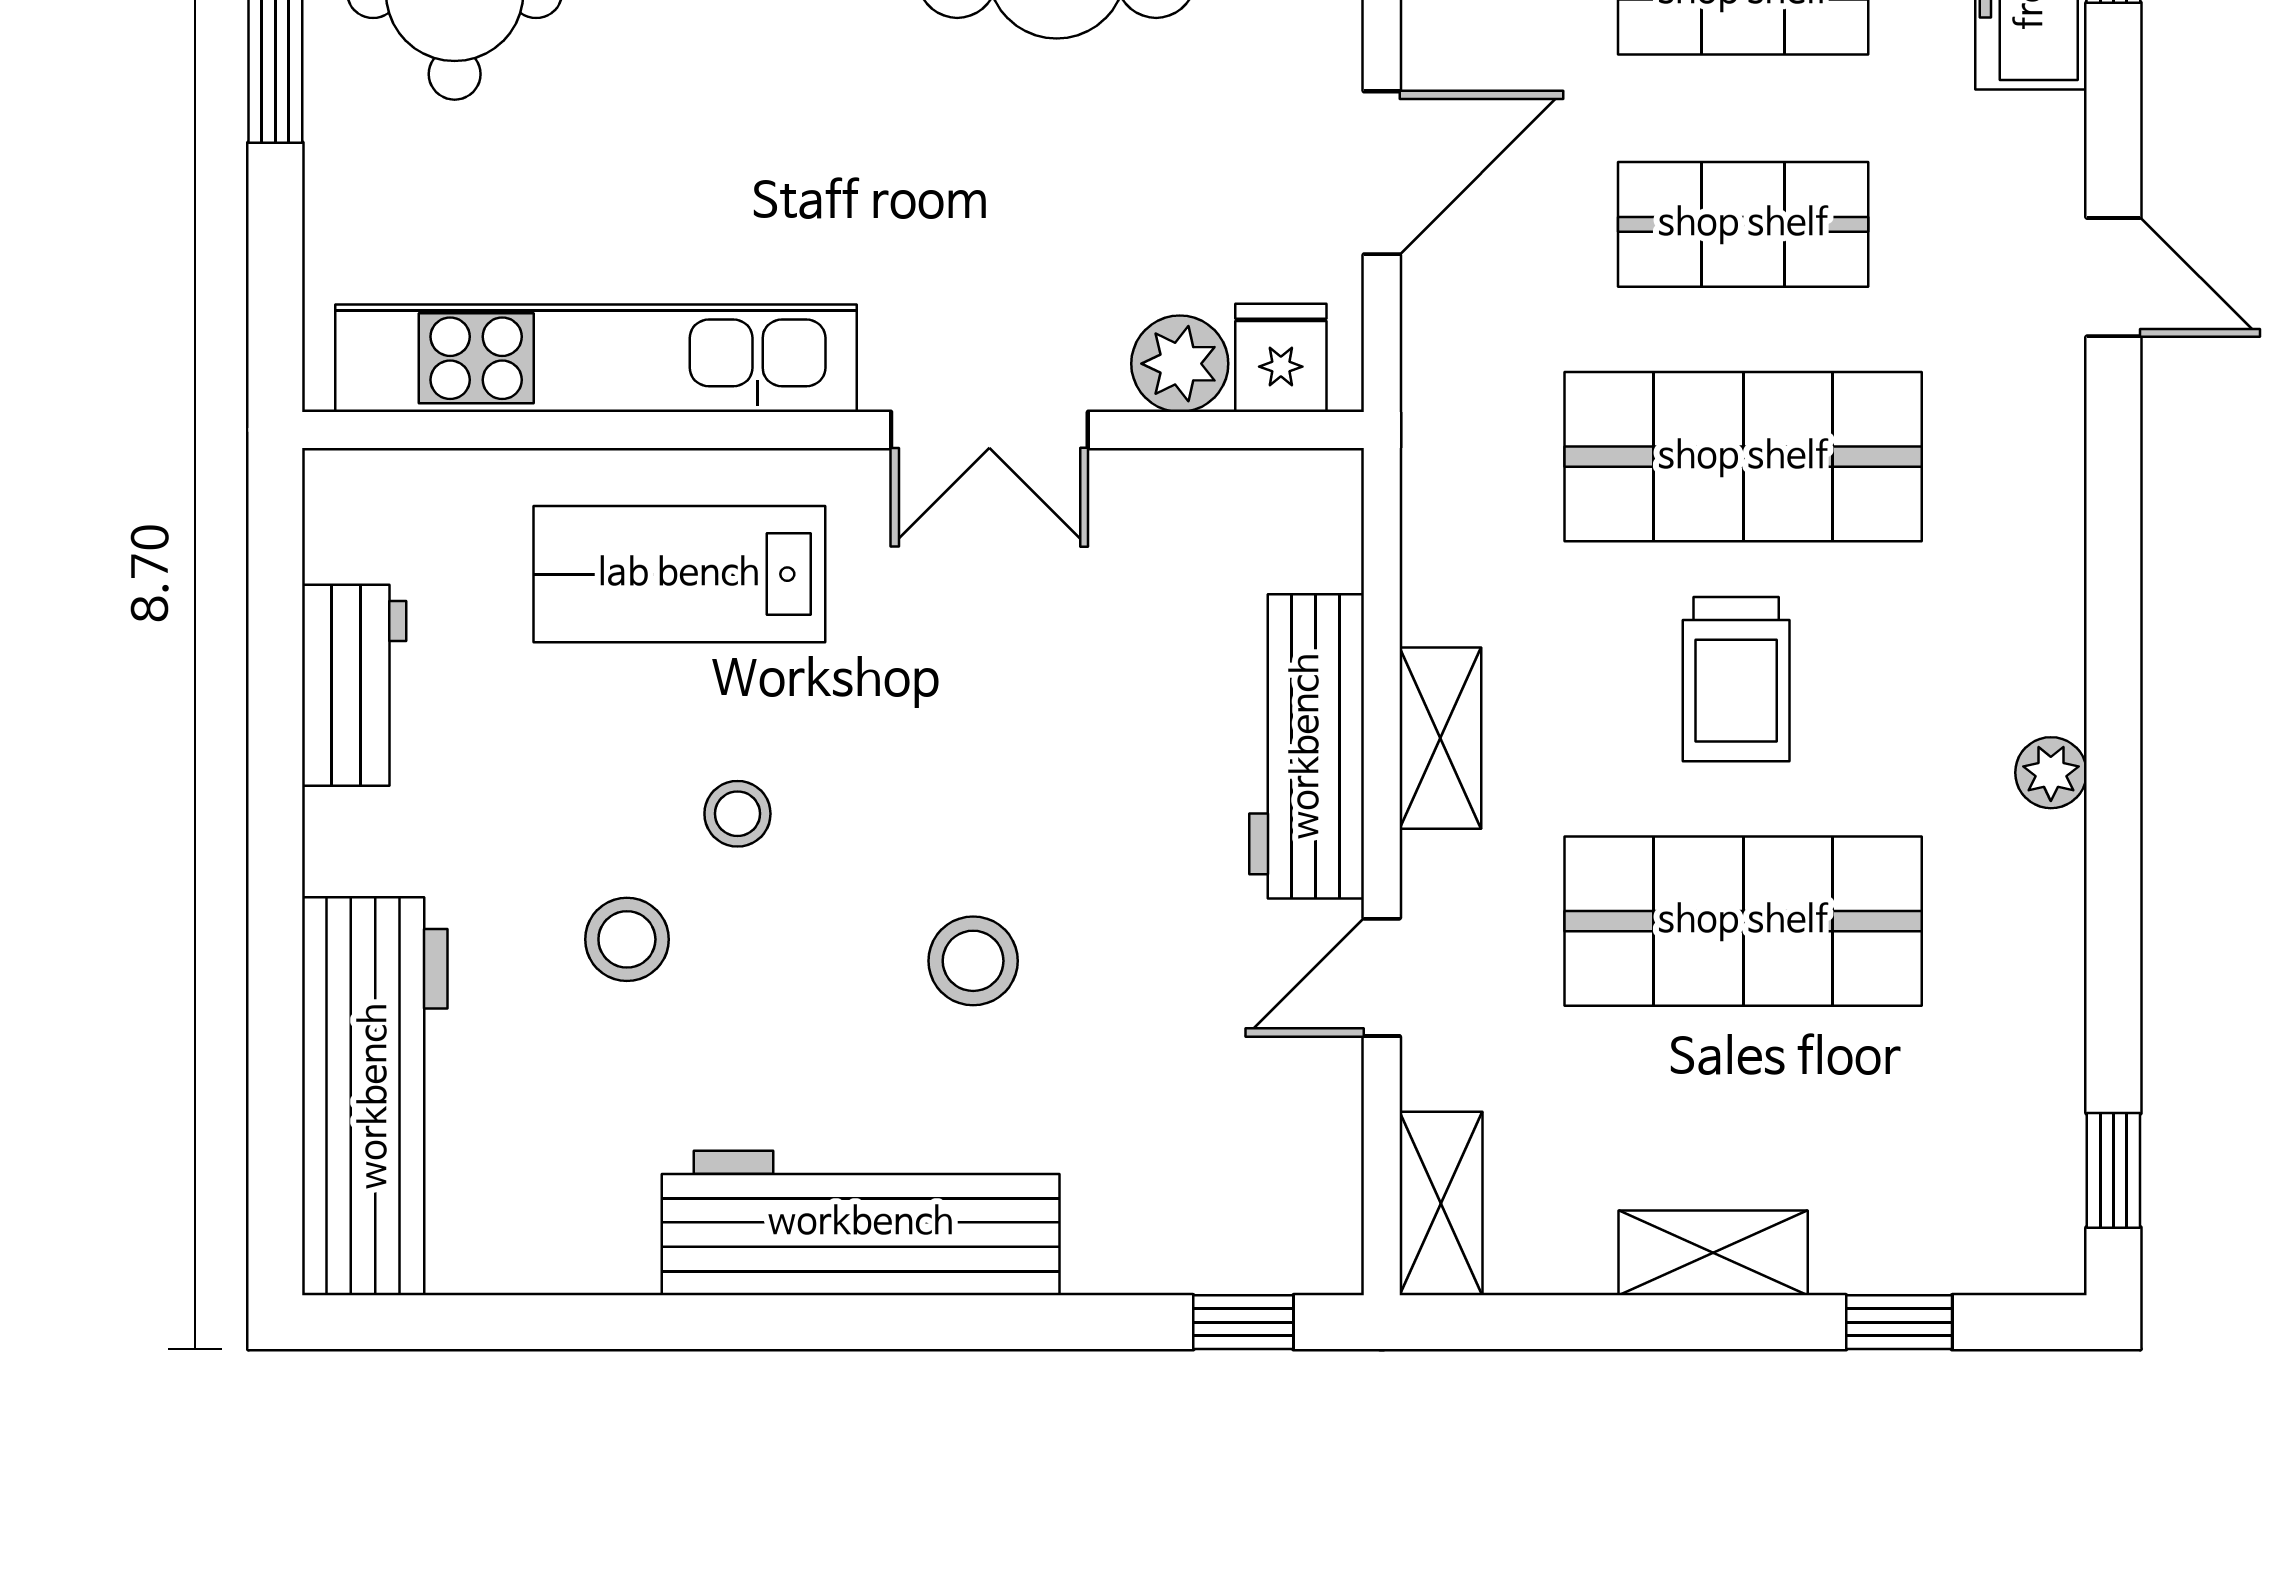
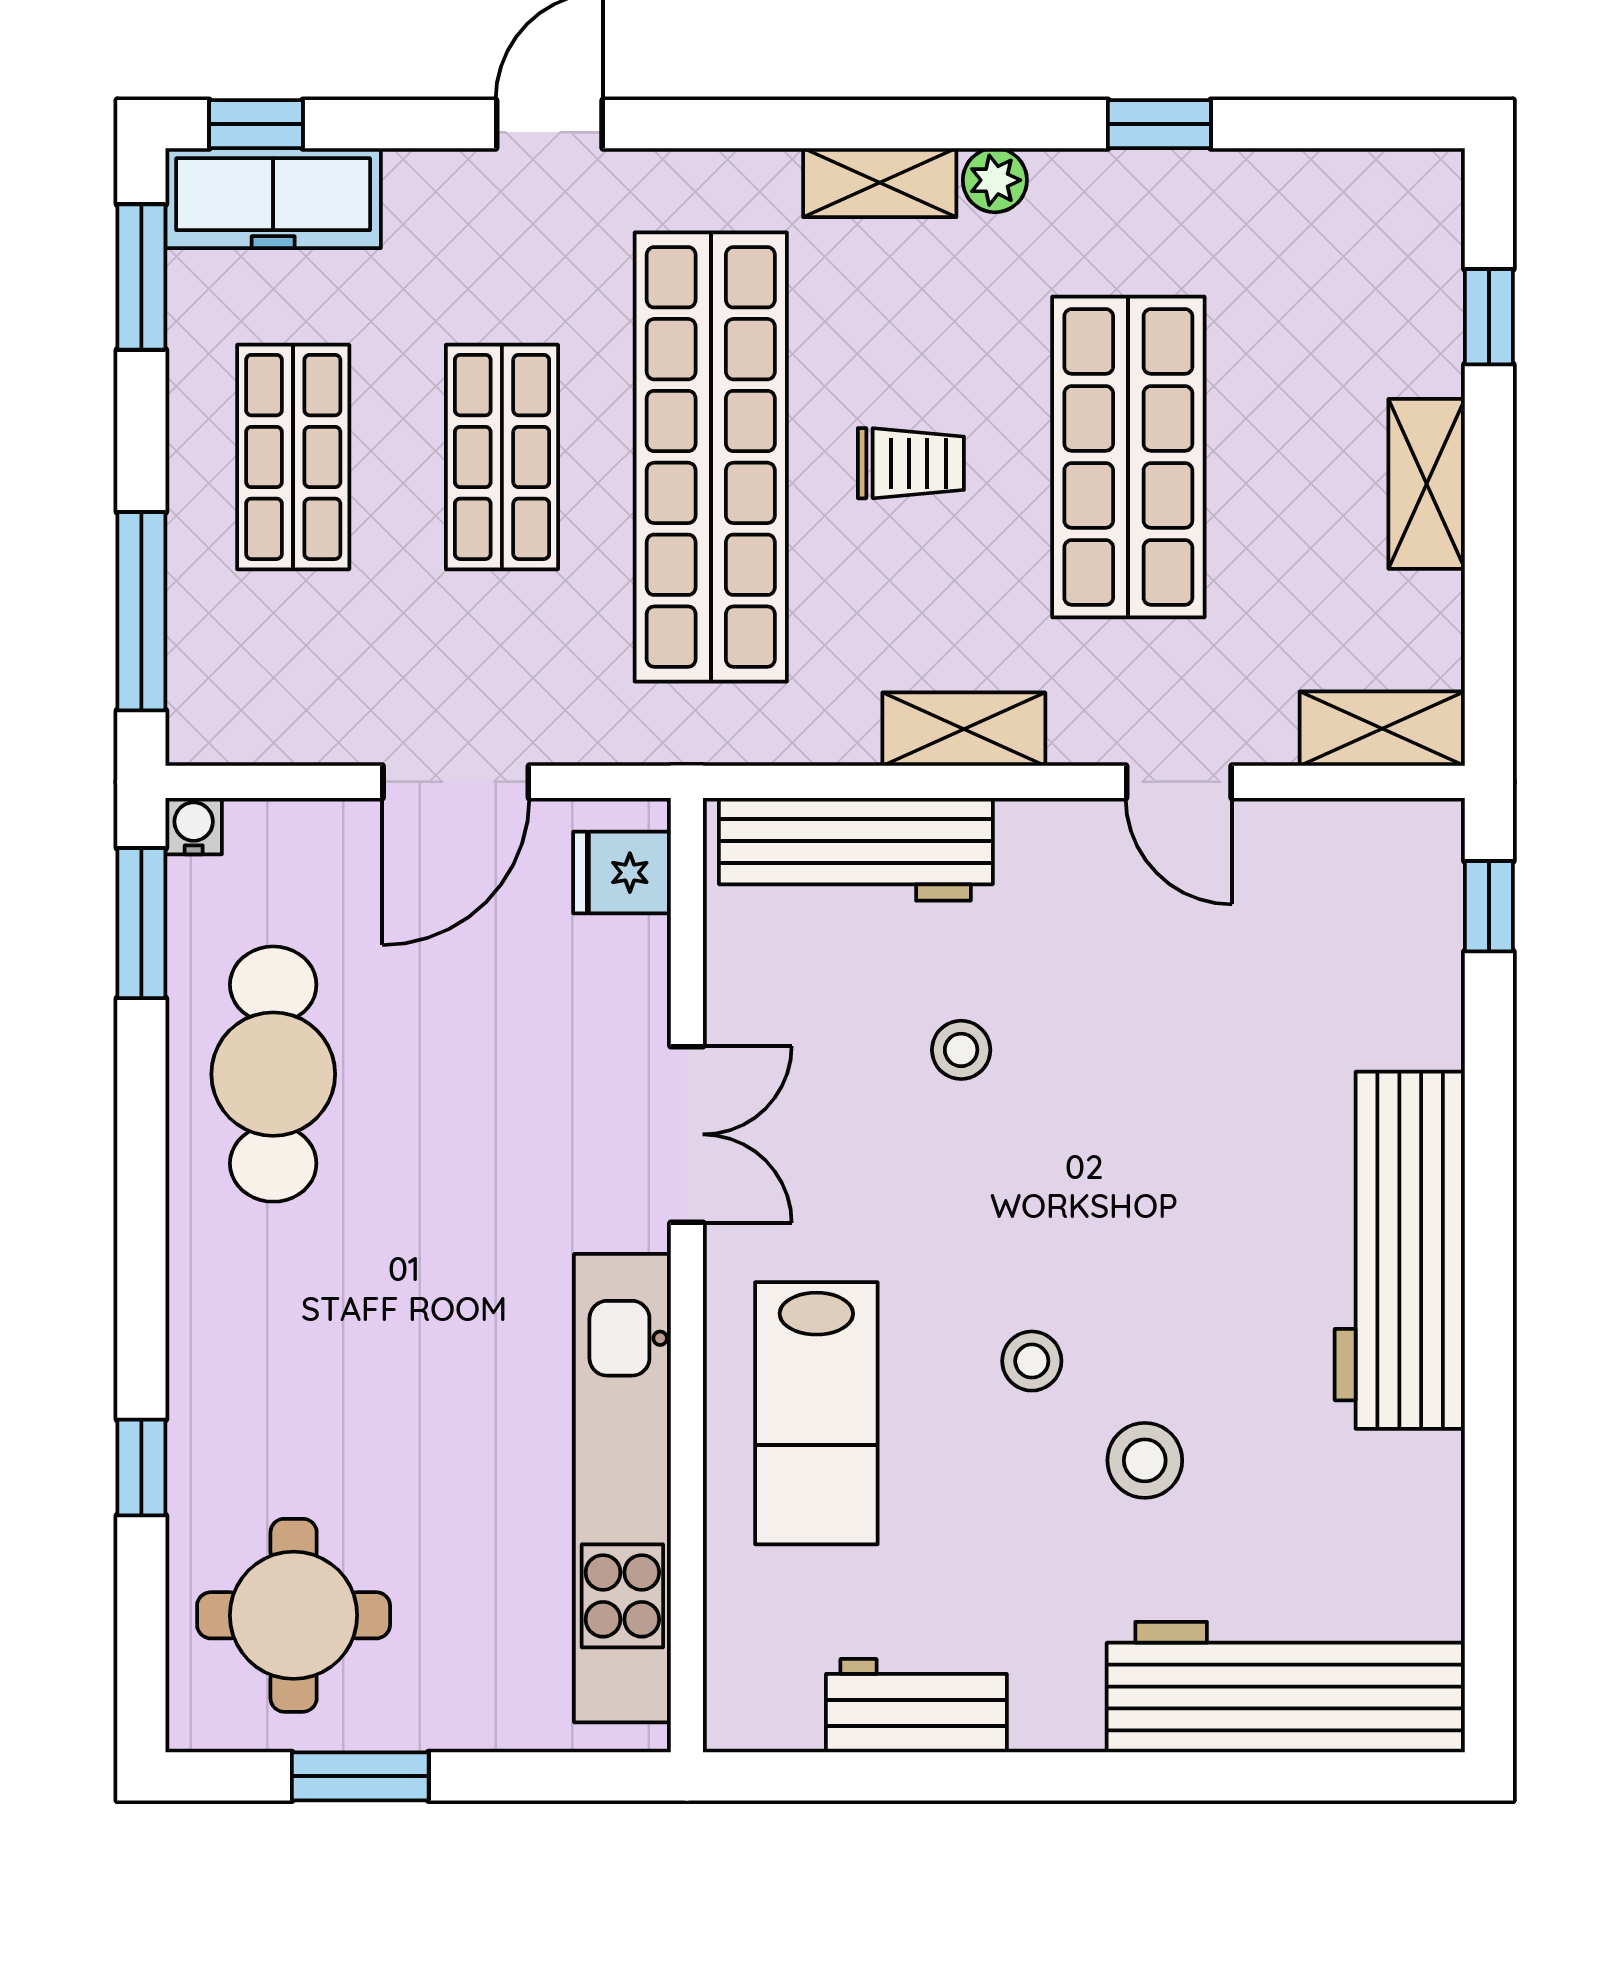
door: (1382, 173) -> (456, 782), swing flipped
plant: (1180, 364) -> (627, 963), removed
shop shelf: (1743, 457) -> (711, 457), width x1.40
shelving: (2048, 645) -> (880, 183), added
trolley: (1736, 679) -> (911, 463), width x0.73, depth x0.72
workbench: (1307, 746) -> (856, 849), moved
stool: (973, 961) -> (961, 1050), moved, width x0.73, depth x0.73
window: (2113, 1170) -> (1159, 124), moved

